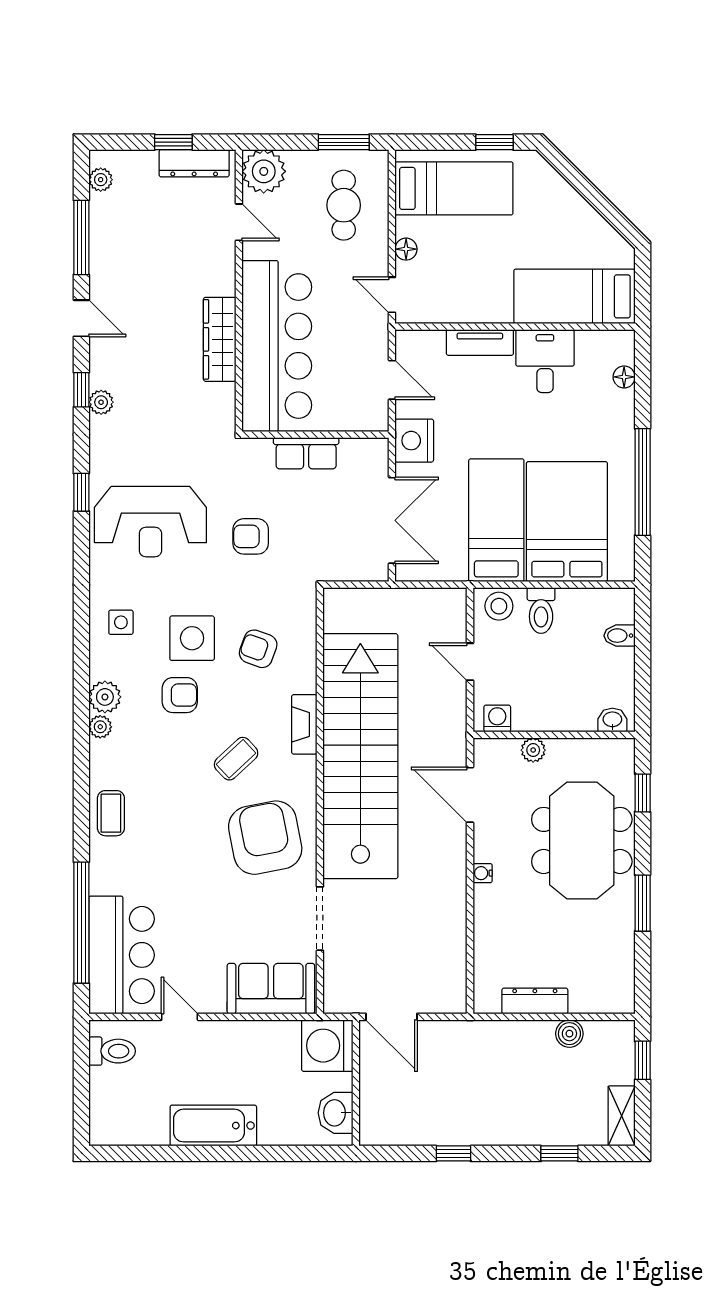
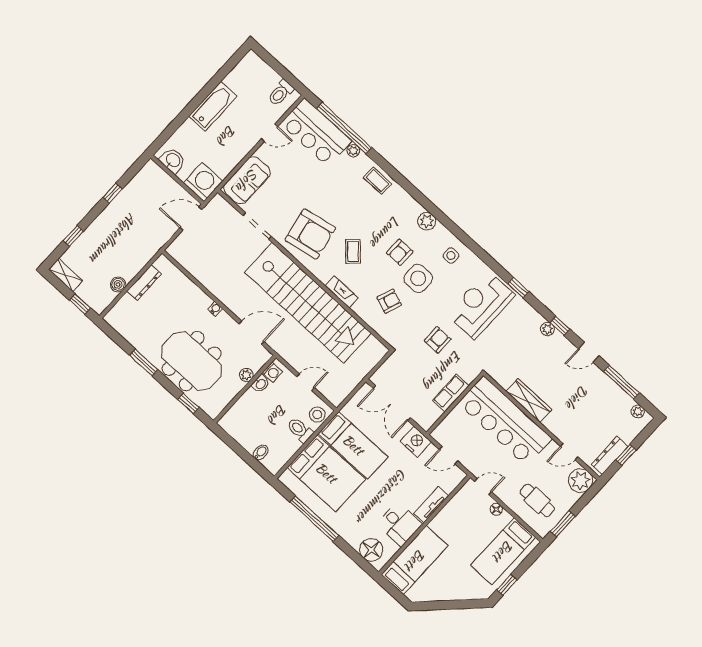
floor lamp: (624, 377) -> (371, 550), width x1.89, depth x1.89
washbasin: (612, 720) -> (261, 384), moved
plant: (100, 727) -> (353, 151), moved

